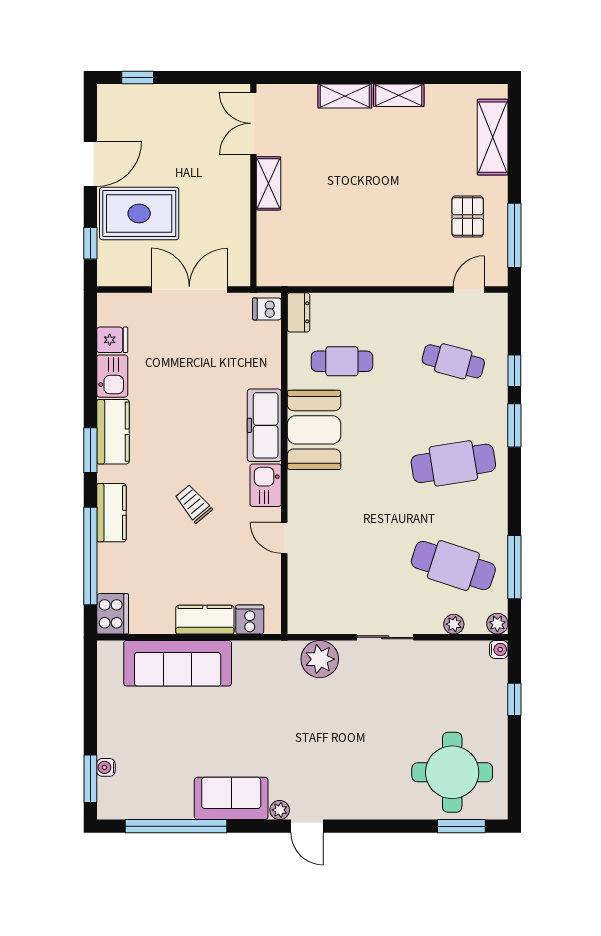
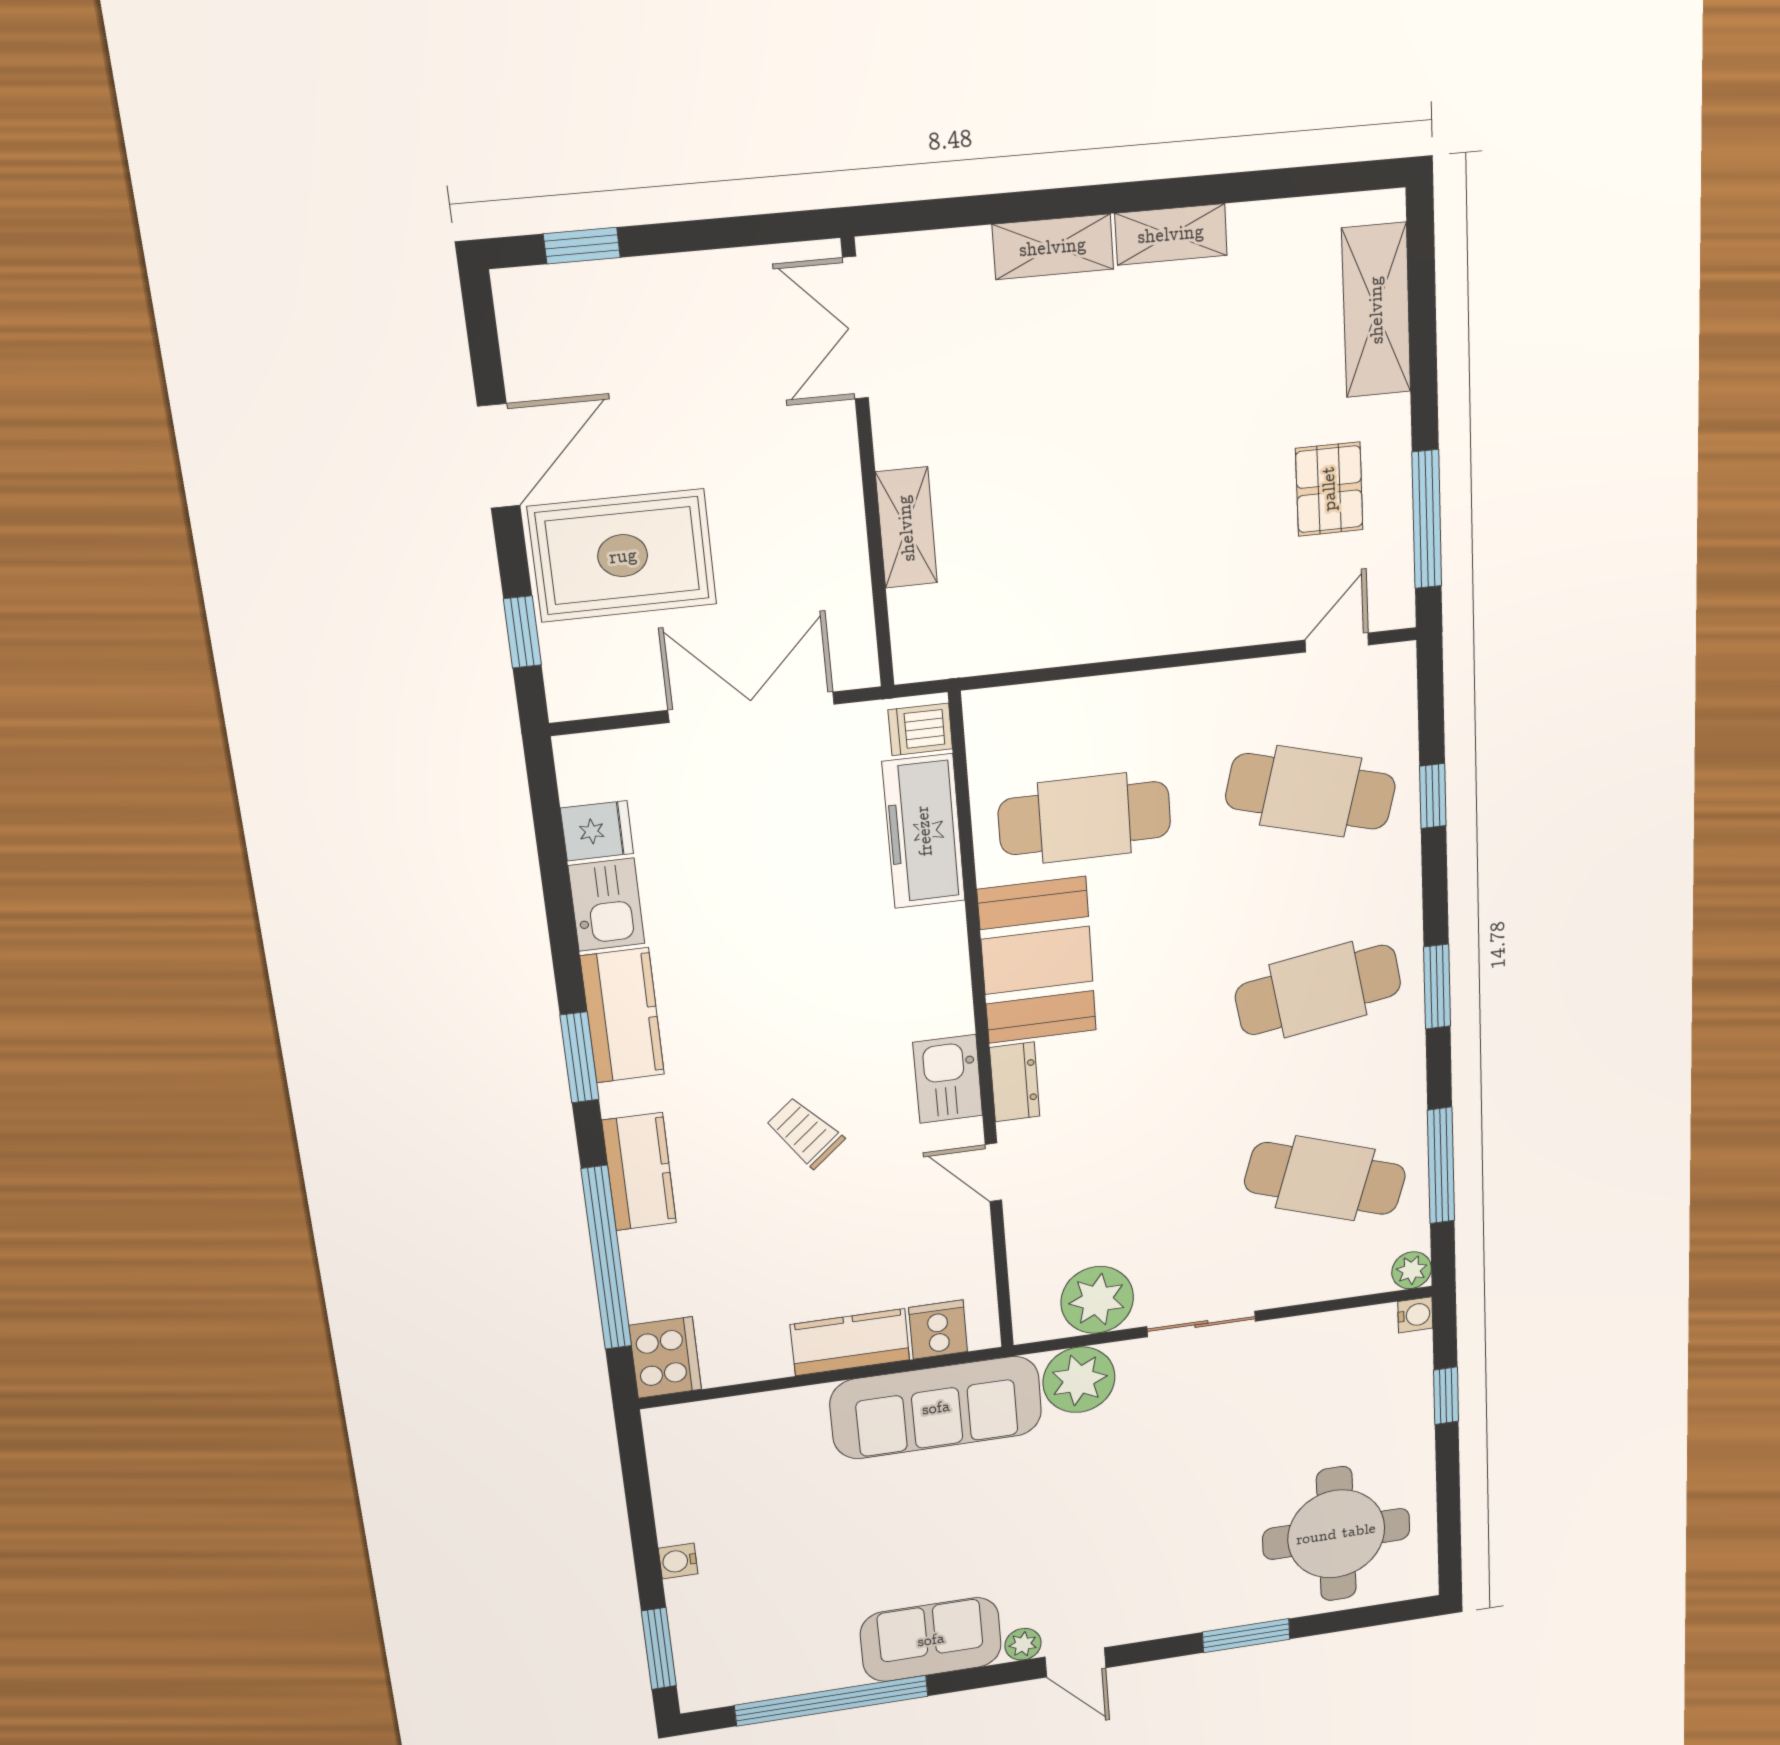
shelving: (269, 183) -> (906, 528), moved
dresser: (298, 312) -> (1015, 1082), moved
cafe table: (342, 361) -> (1085, 818), width x1.37, depth x1.35
cafe table: (453, 361) -> (1311, 791), width x1.37, depth x1.35
freezer: (264, 425) -> (924, 831), moved
window: (514, 425) -> (1437, 987), moved
plant: (454, 624) -> (1097, 1300), moved, width x1.87, depth x1.87
sofa: (178, 663) -> (936, 1408), moved
water cooler: (106, 767) -> (678, 1561), moved
window: (461, 826) -> (1246, 1636), moved

